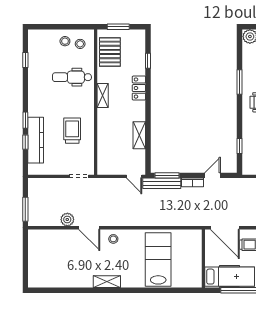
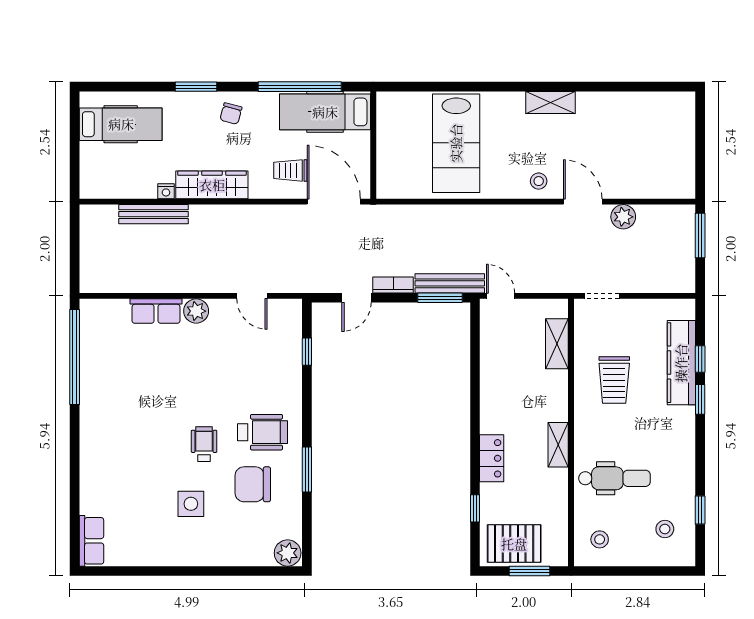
stool: (65, 41) -> (665, 529), moved
pallet: (110, 52) -> (514, 544), moved, turned 90
shelving: (139, 135) -> (557, 344), moved

